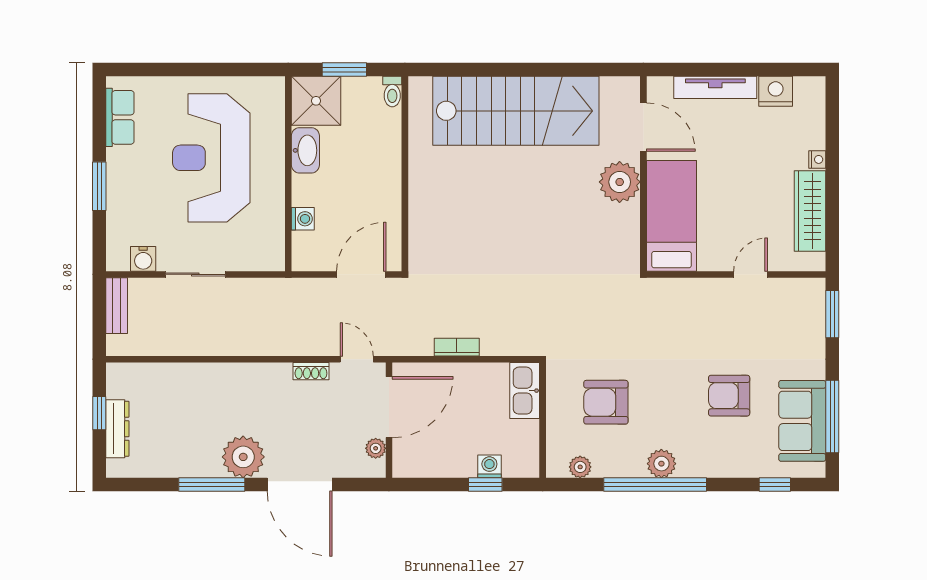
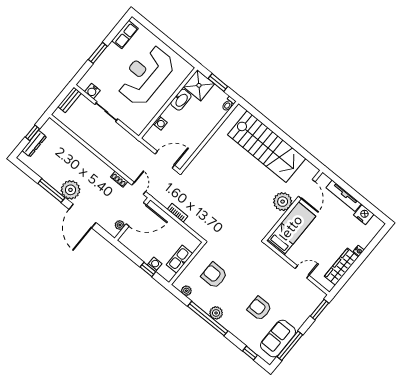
kitchen sink: (525, 391) -> (179, 259), moved

